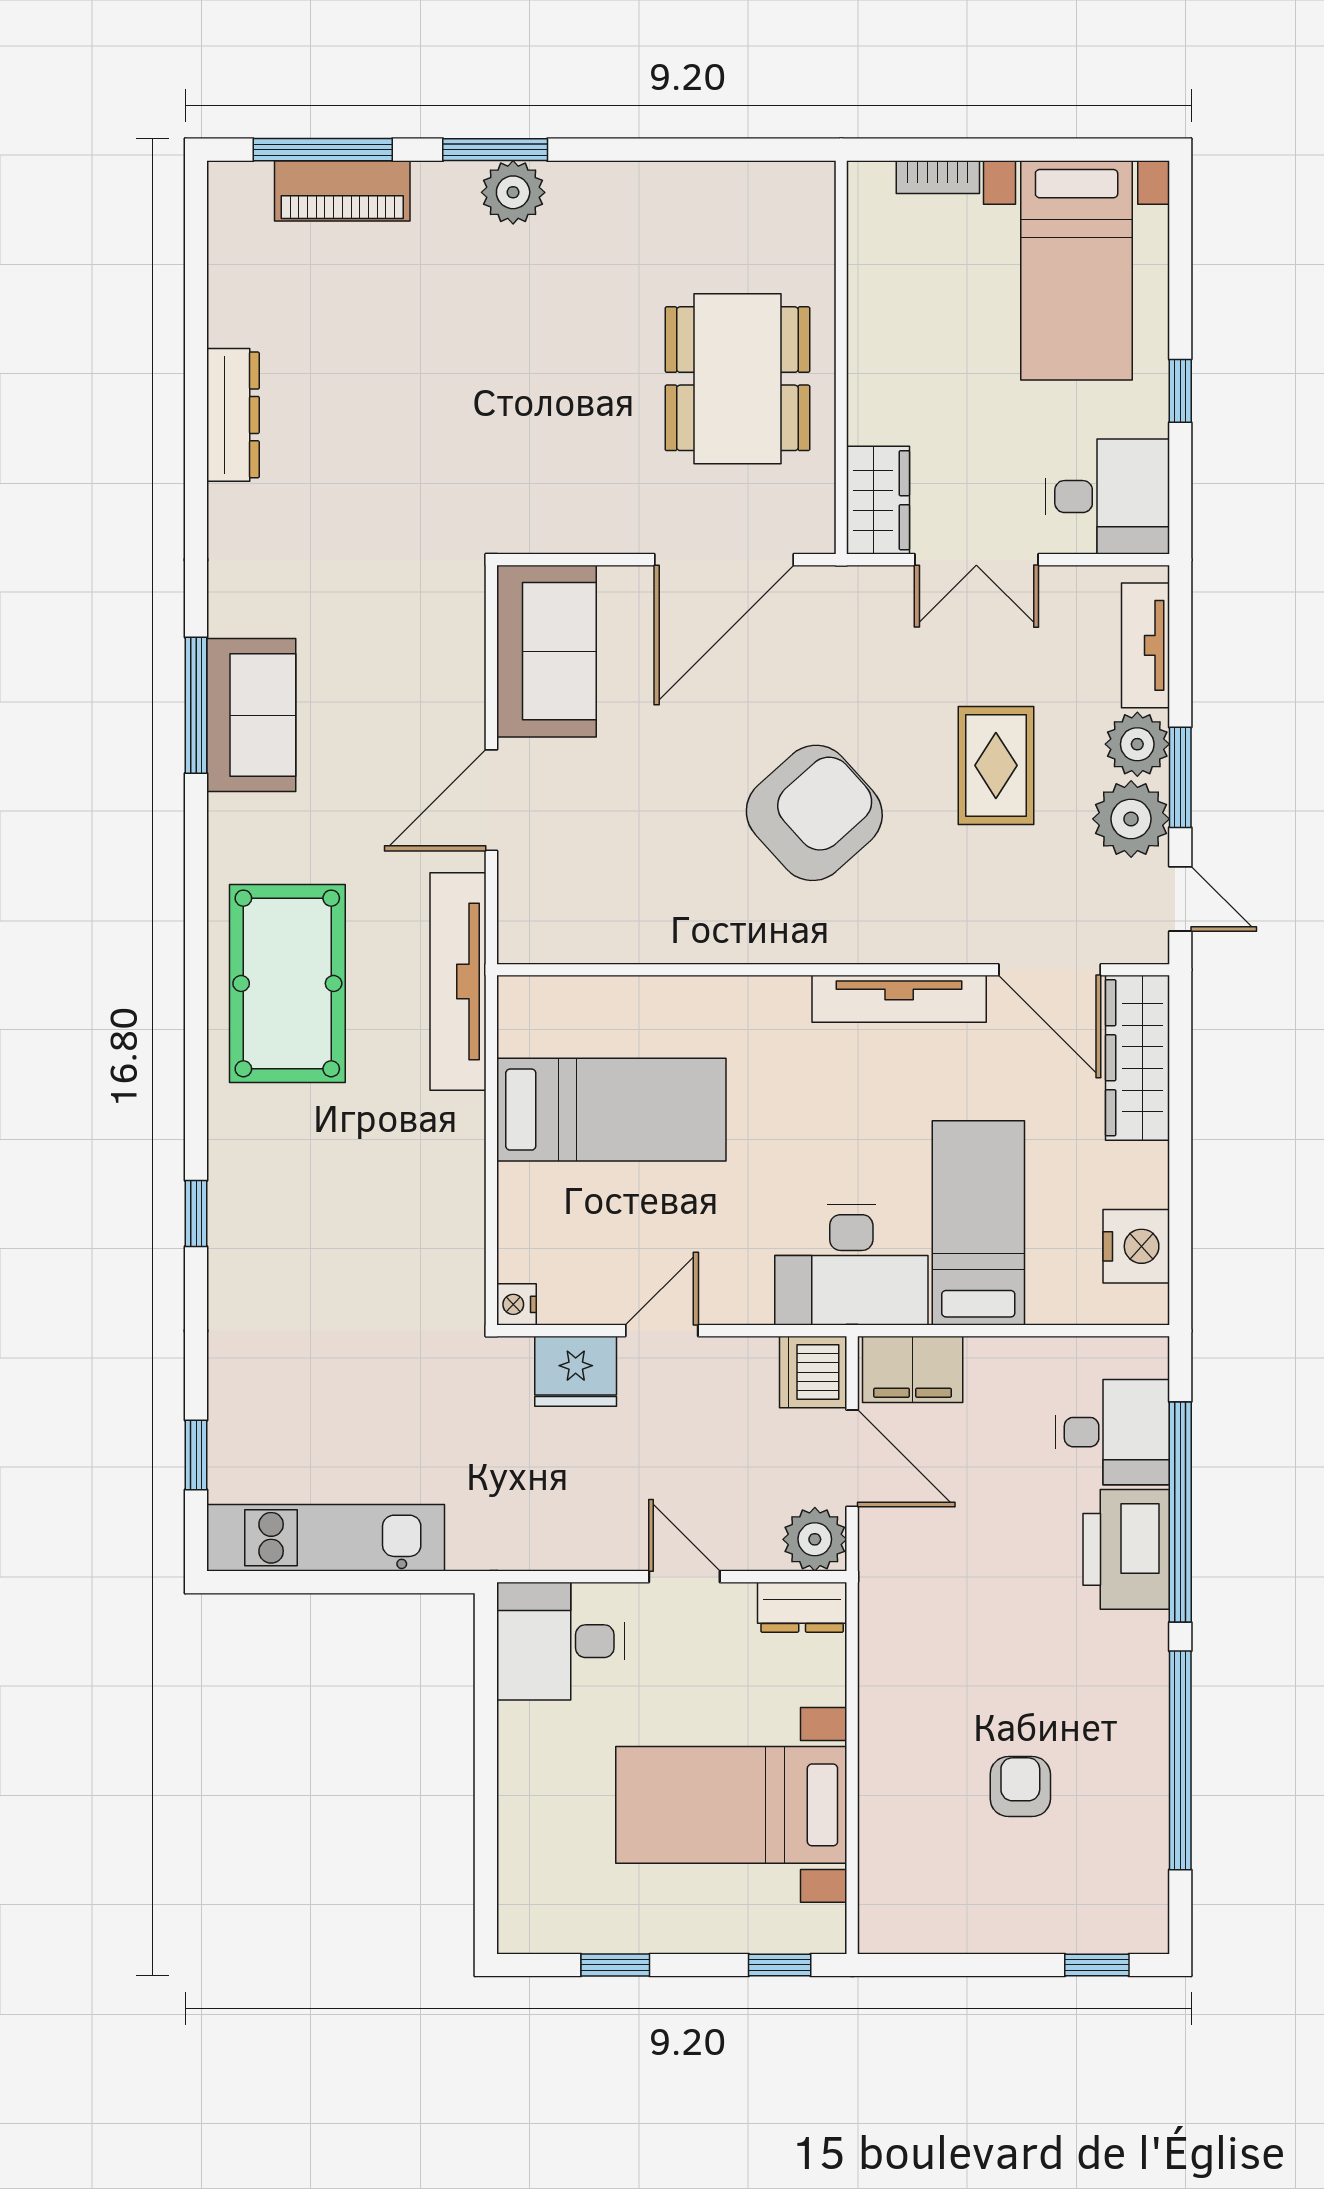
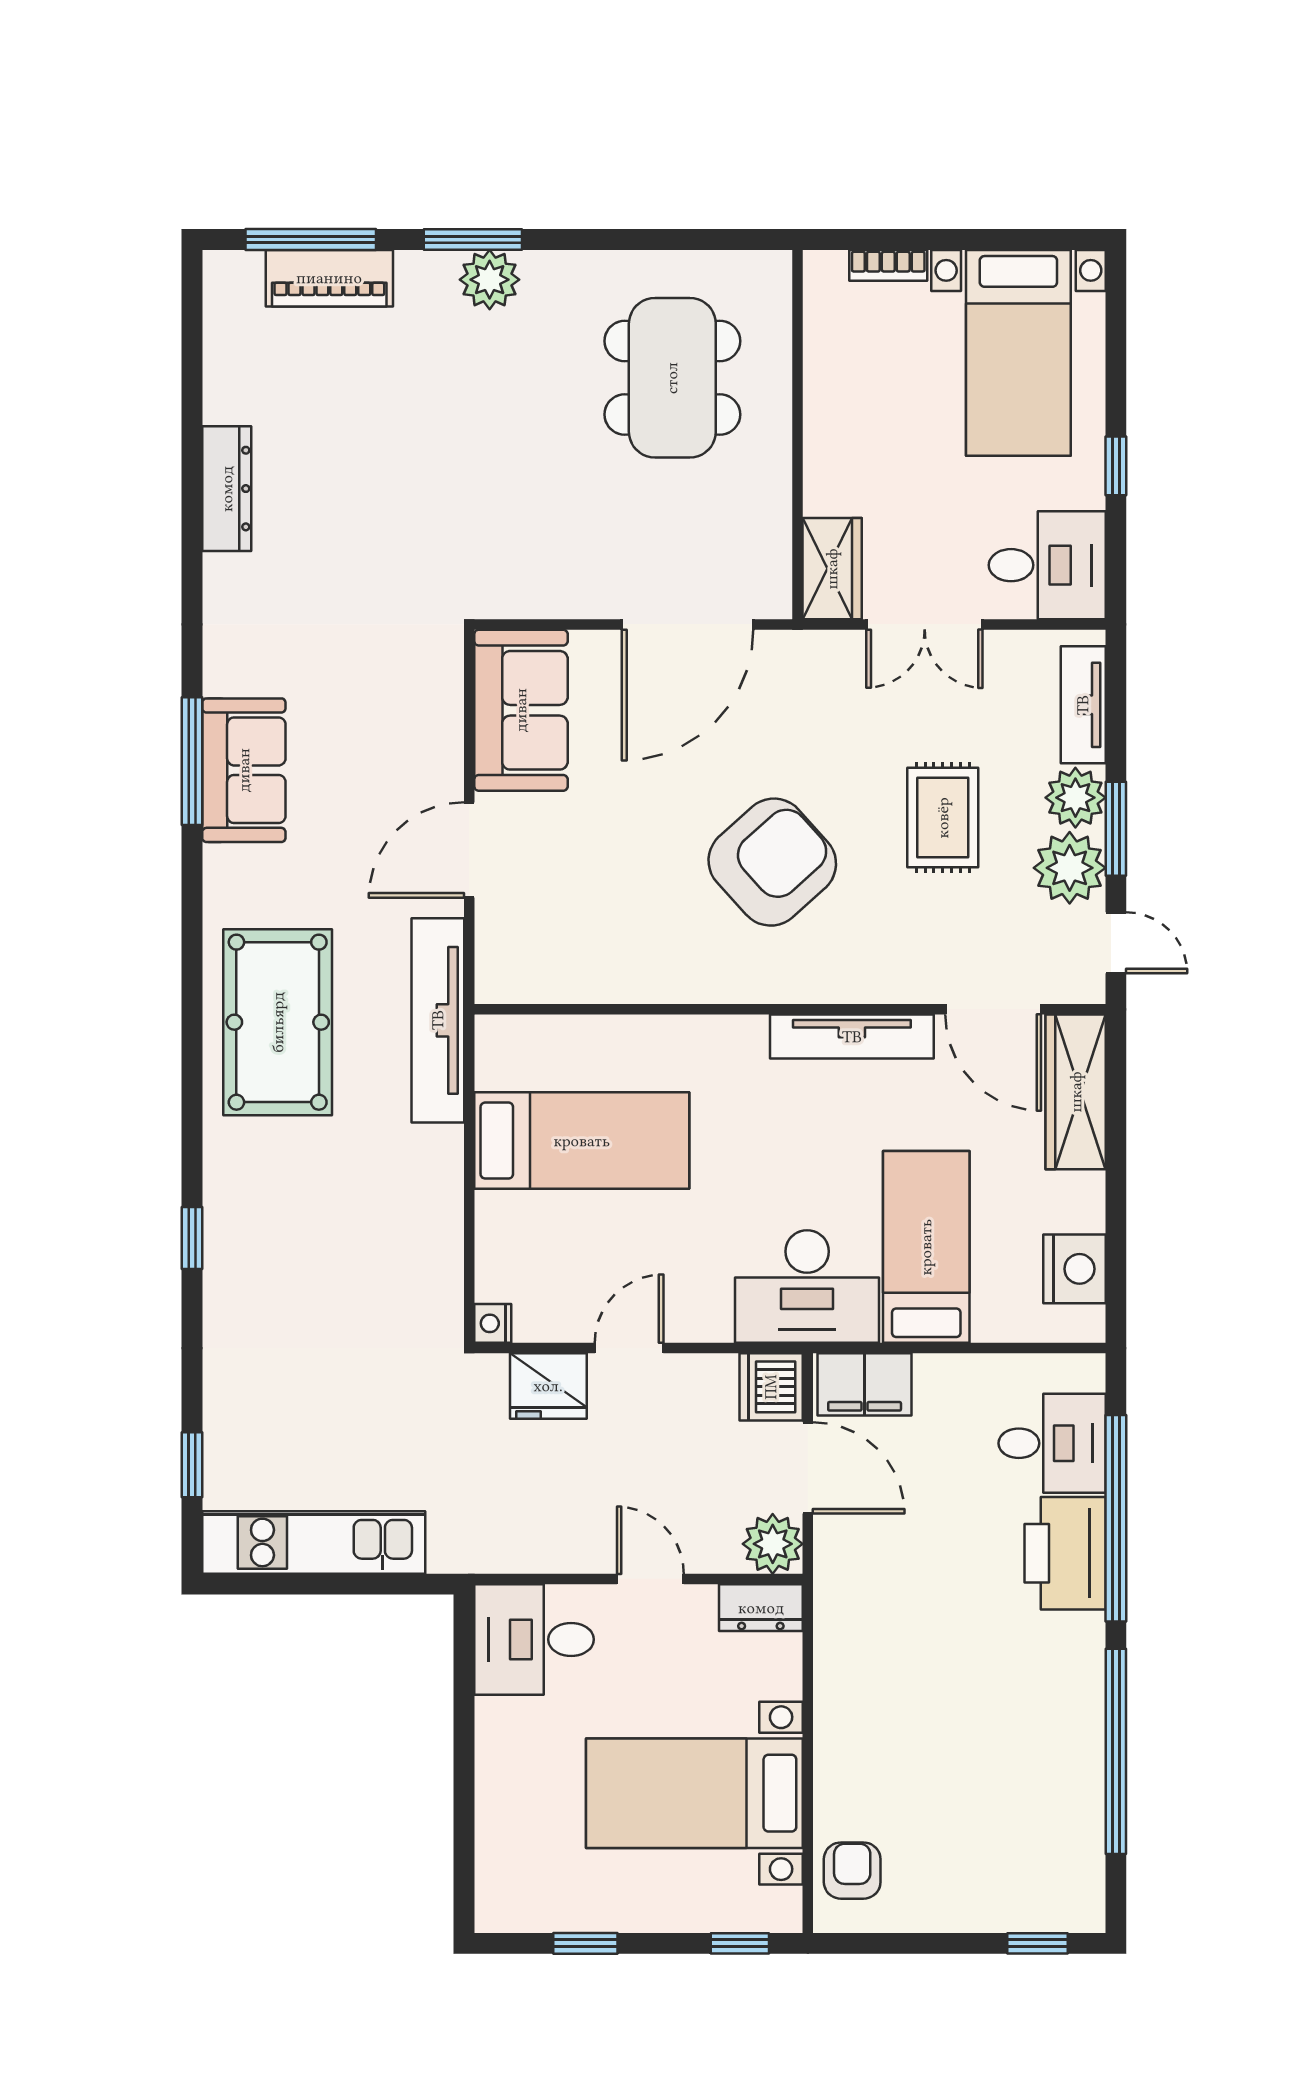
dining table: (737, 379) -> (672, 378), moved
armchair: (1020, 1787) -> (852, 1871), moved

